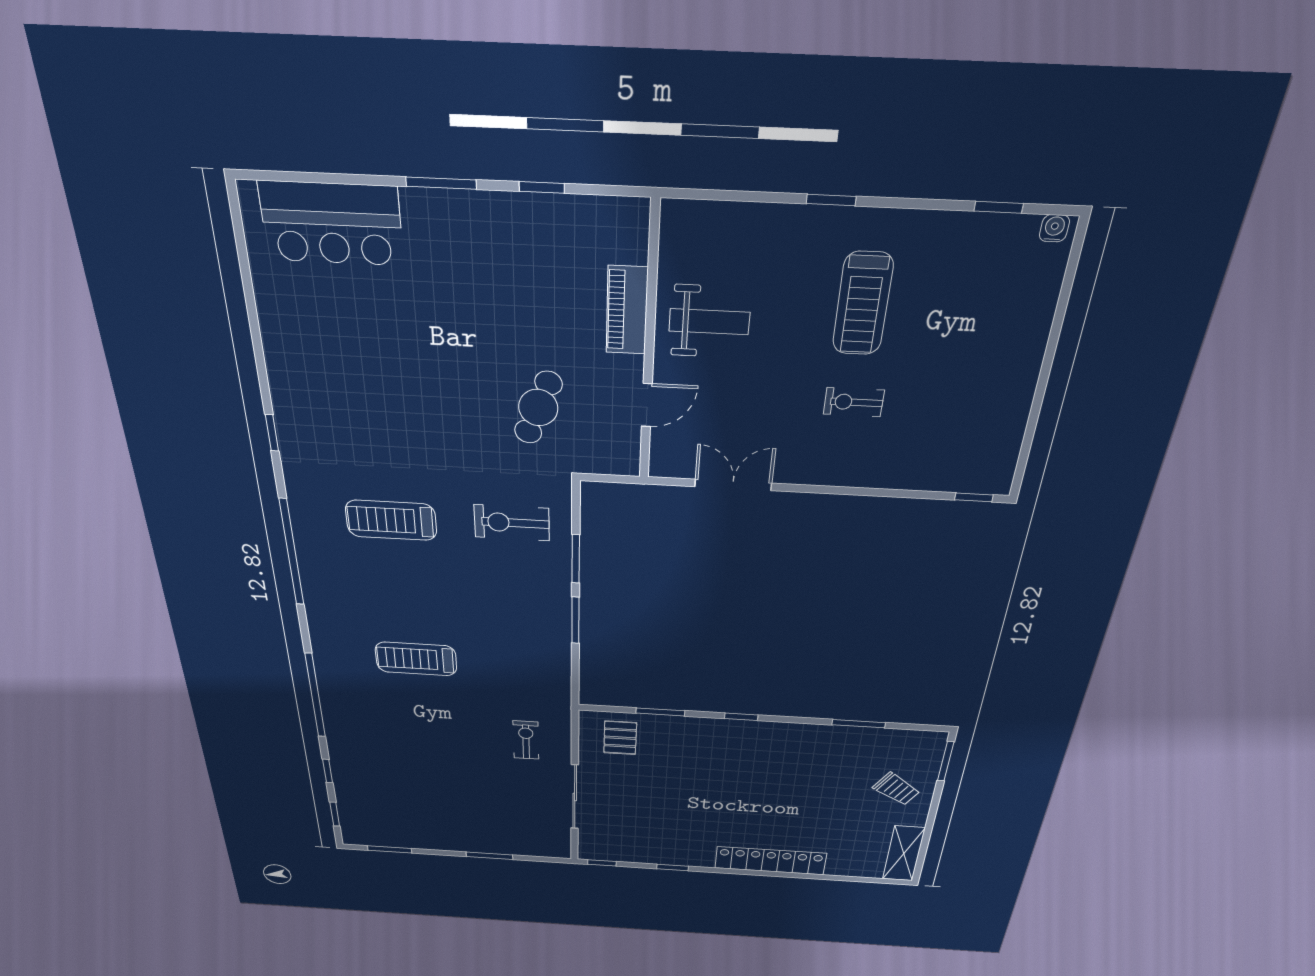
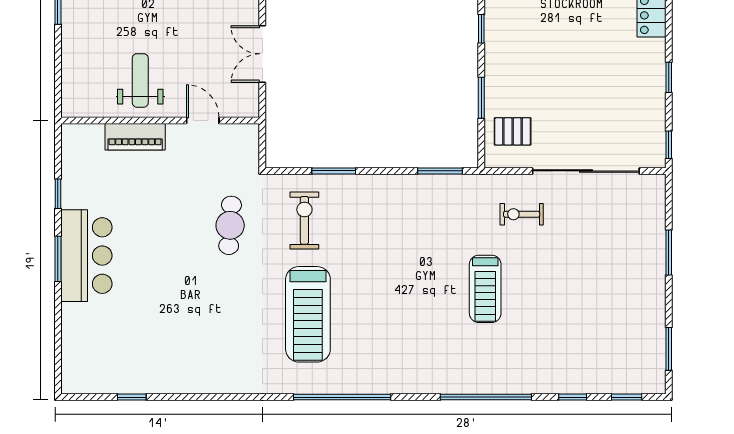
bar counter: (332, 224) -> (86, 256), moved
cafe table: (538, 408) -> (230, 225), moved, turned 72
window: (272, 433) -> (132, 397), moved
treadmill: (391, 520) -> (308, 314), width x1.37, depth x1.38
exercise bike: (512, 523) -> (304, 220), turned 180
window: (575, 620) -> (440, 171), moved
treadmill: (416, 659) -> (485, 289), moved
sliding door: (575, 797) -> (586, 171), width x1.36

